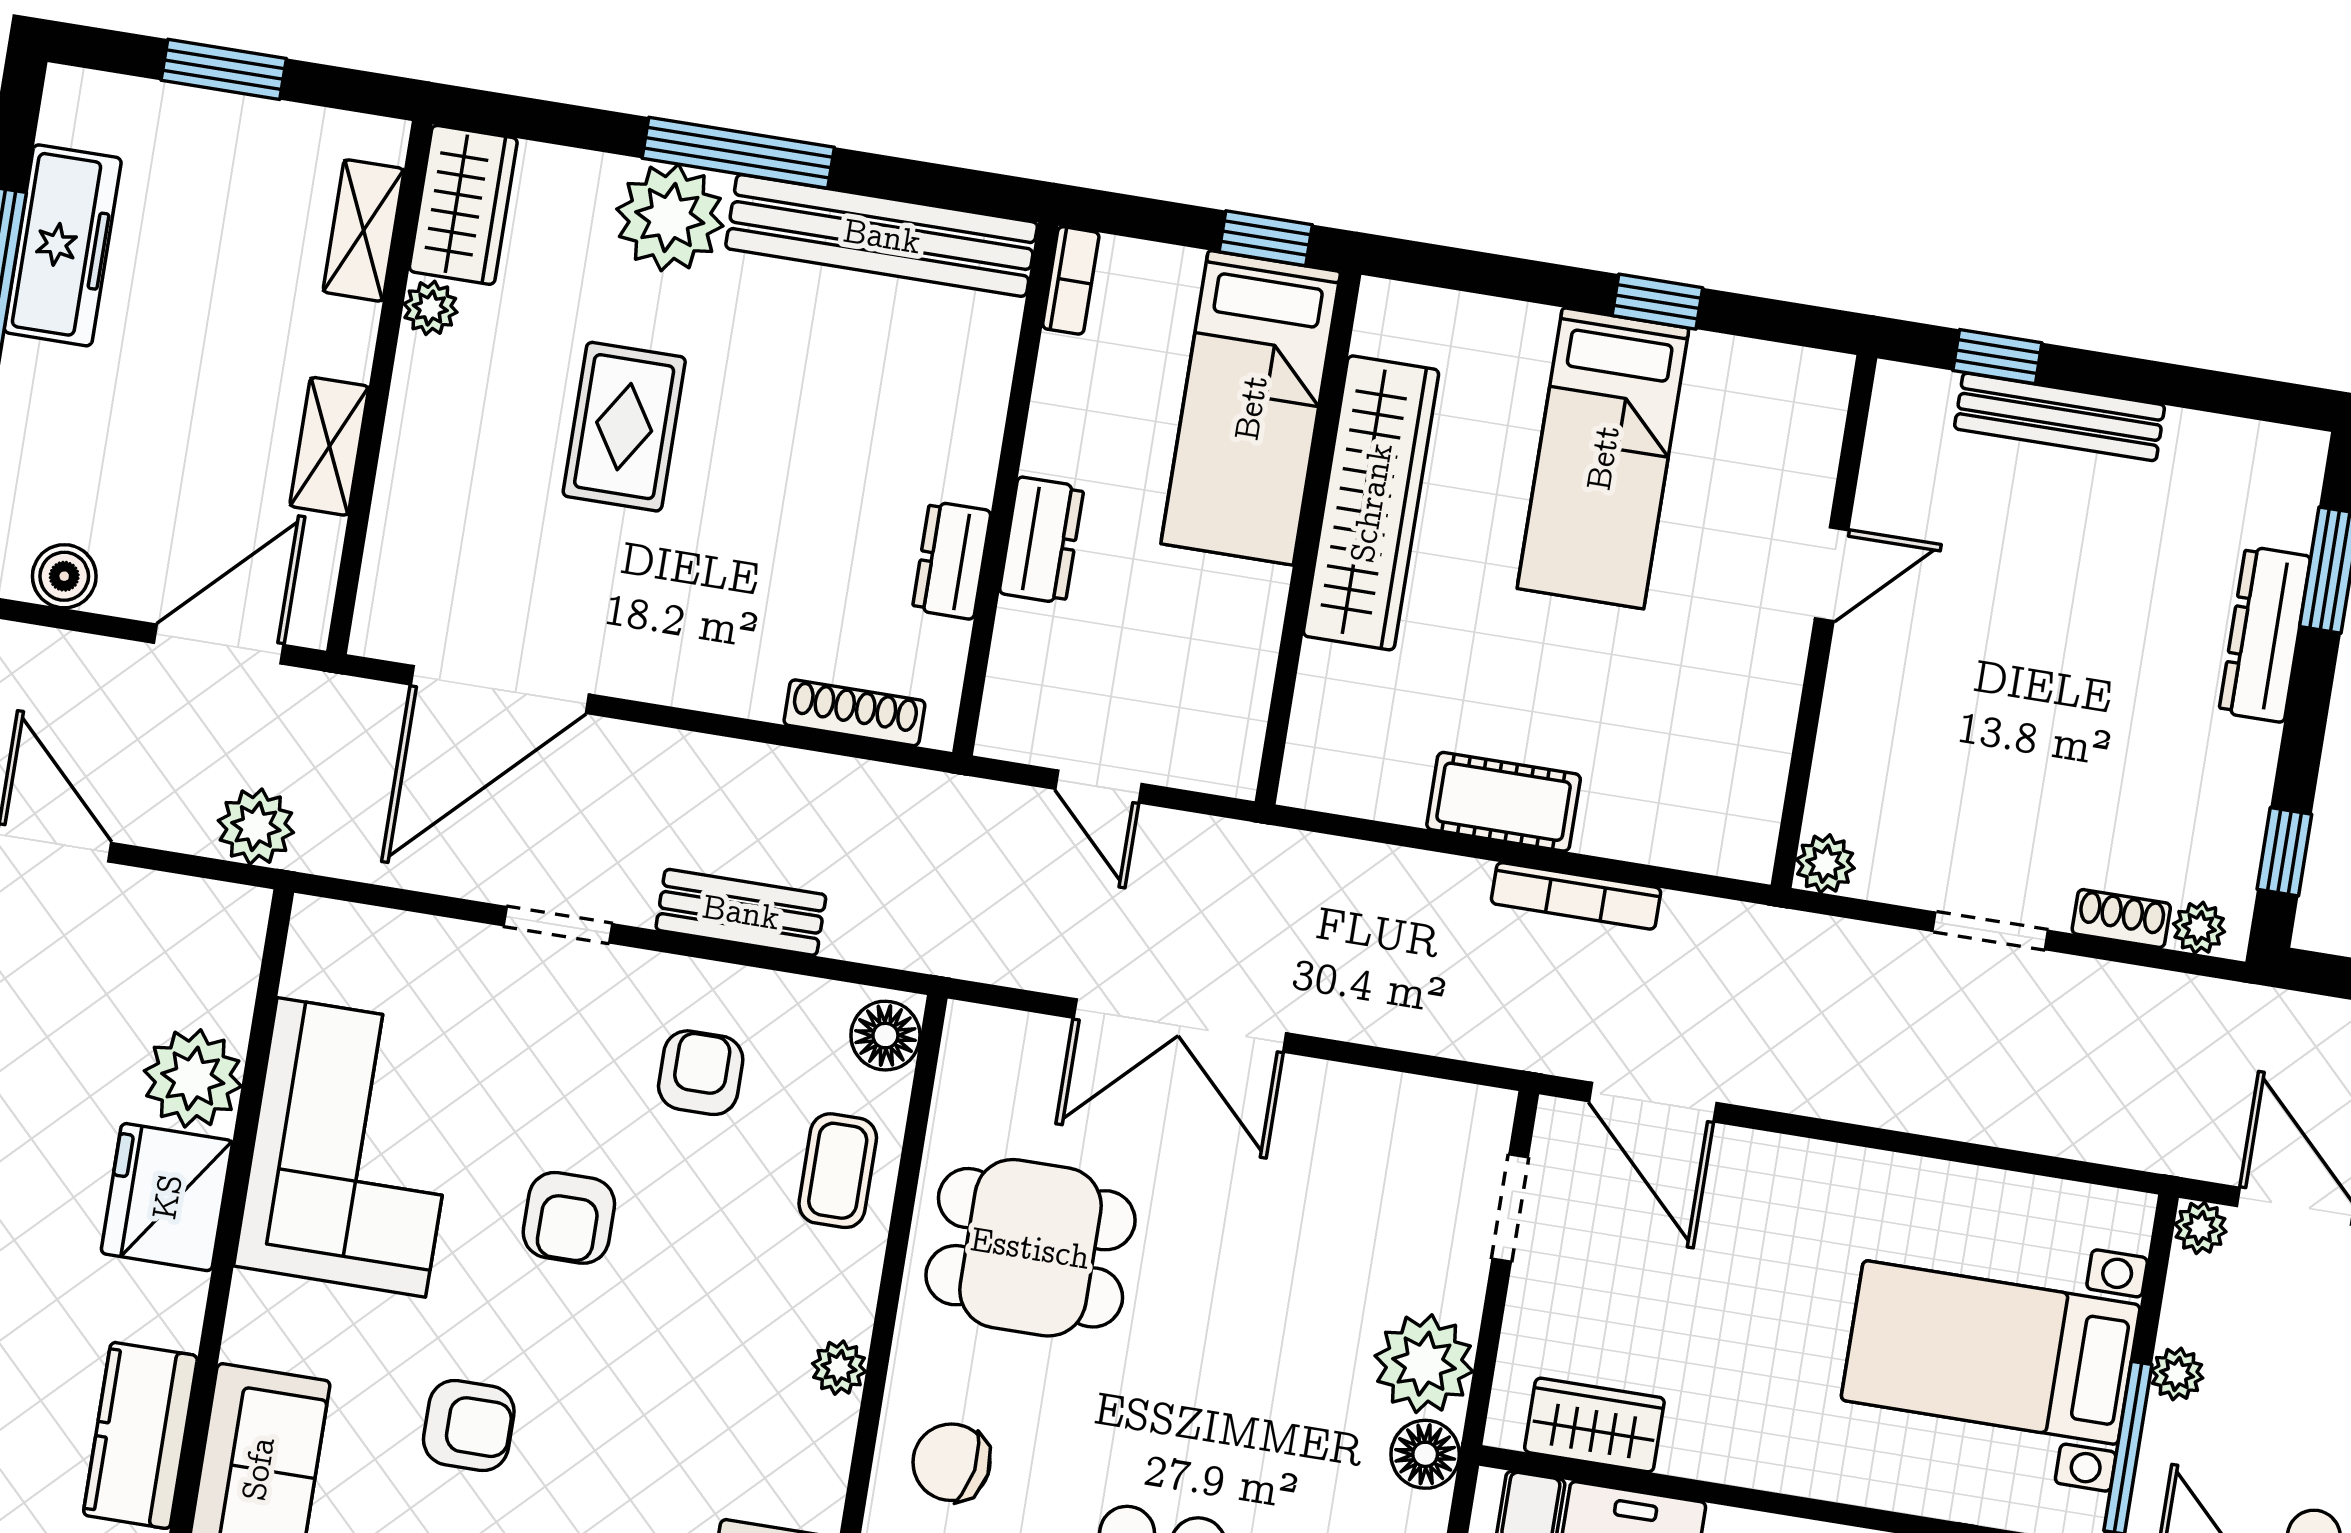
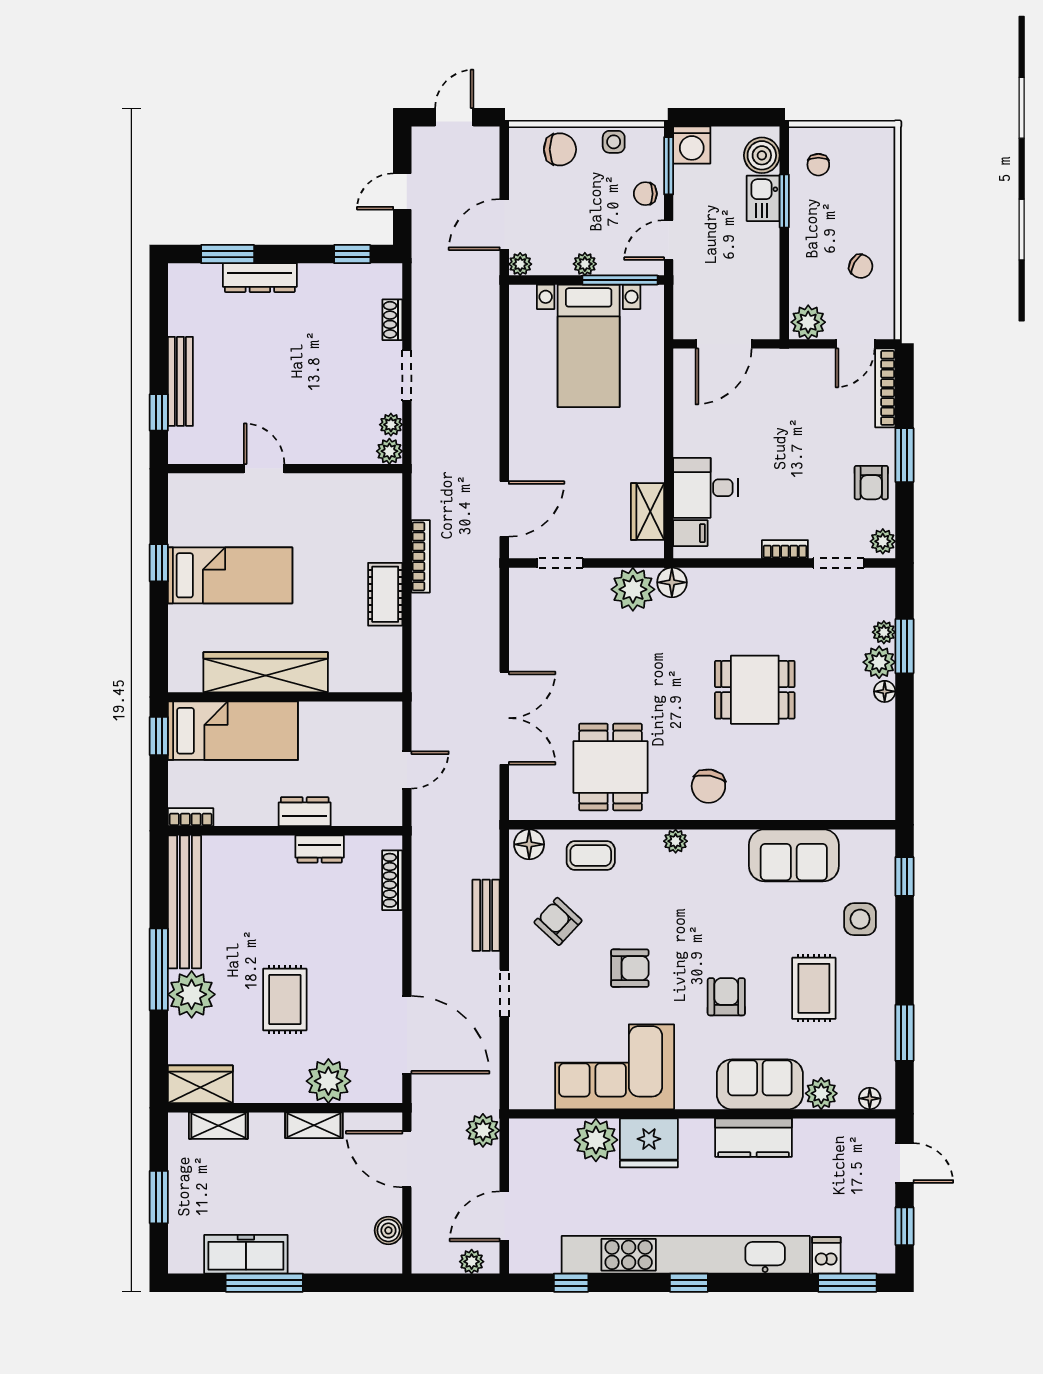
plant: (430, 308) -> (328, 1081), moved, width x1.88, depth x1.88
rug: (624, 427) -> (285, 999), turned 90
plant: (2199, 928) -> (391, 425), moved
armchair: (701, 1073) -> (558, 921), turned 43

